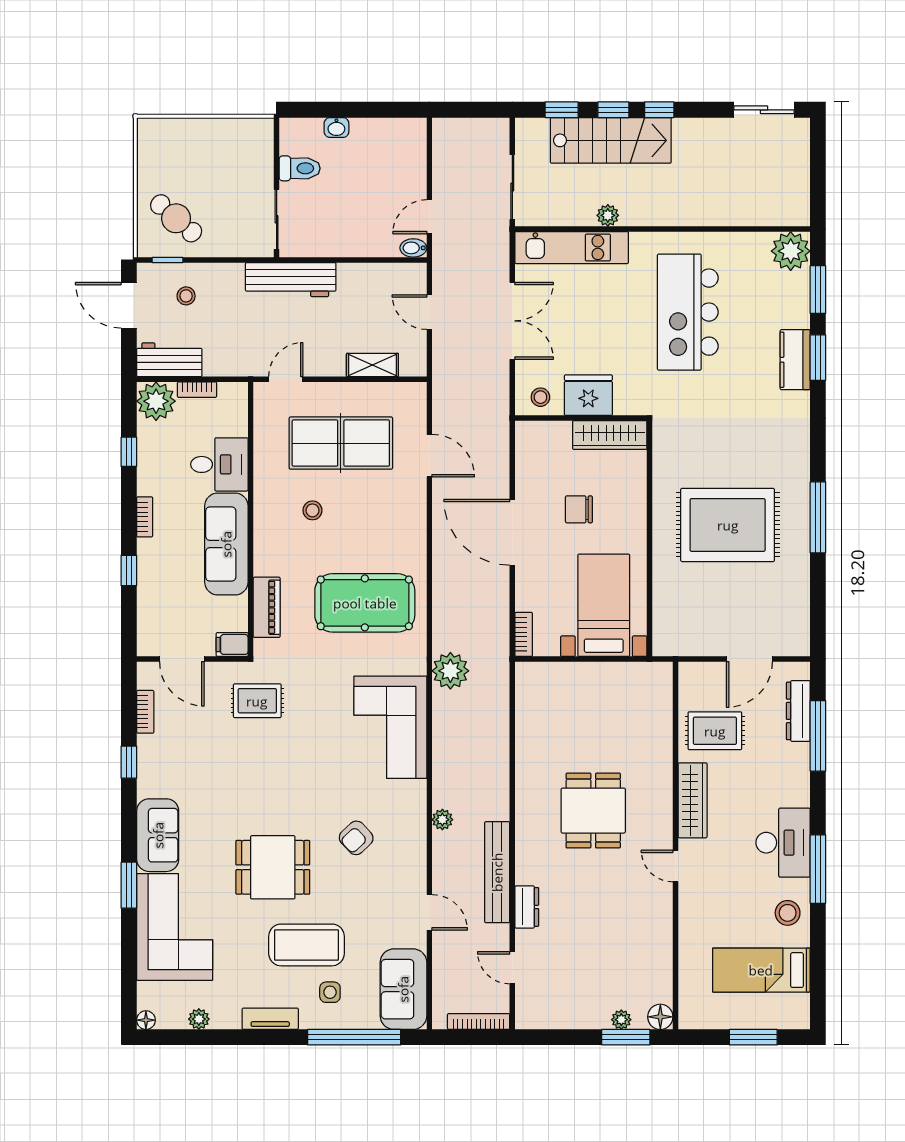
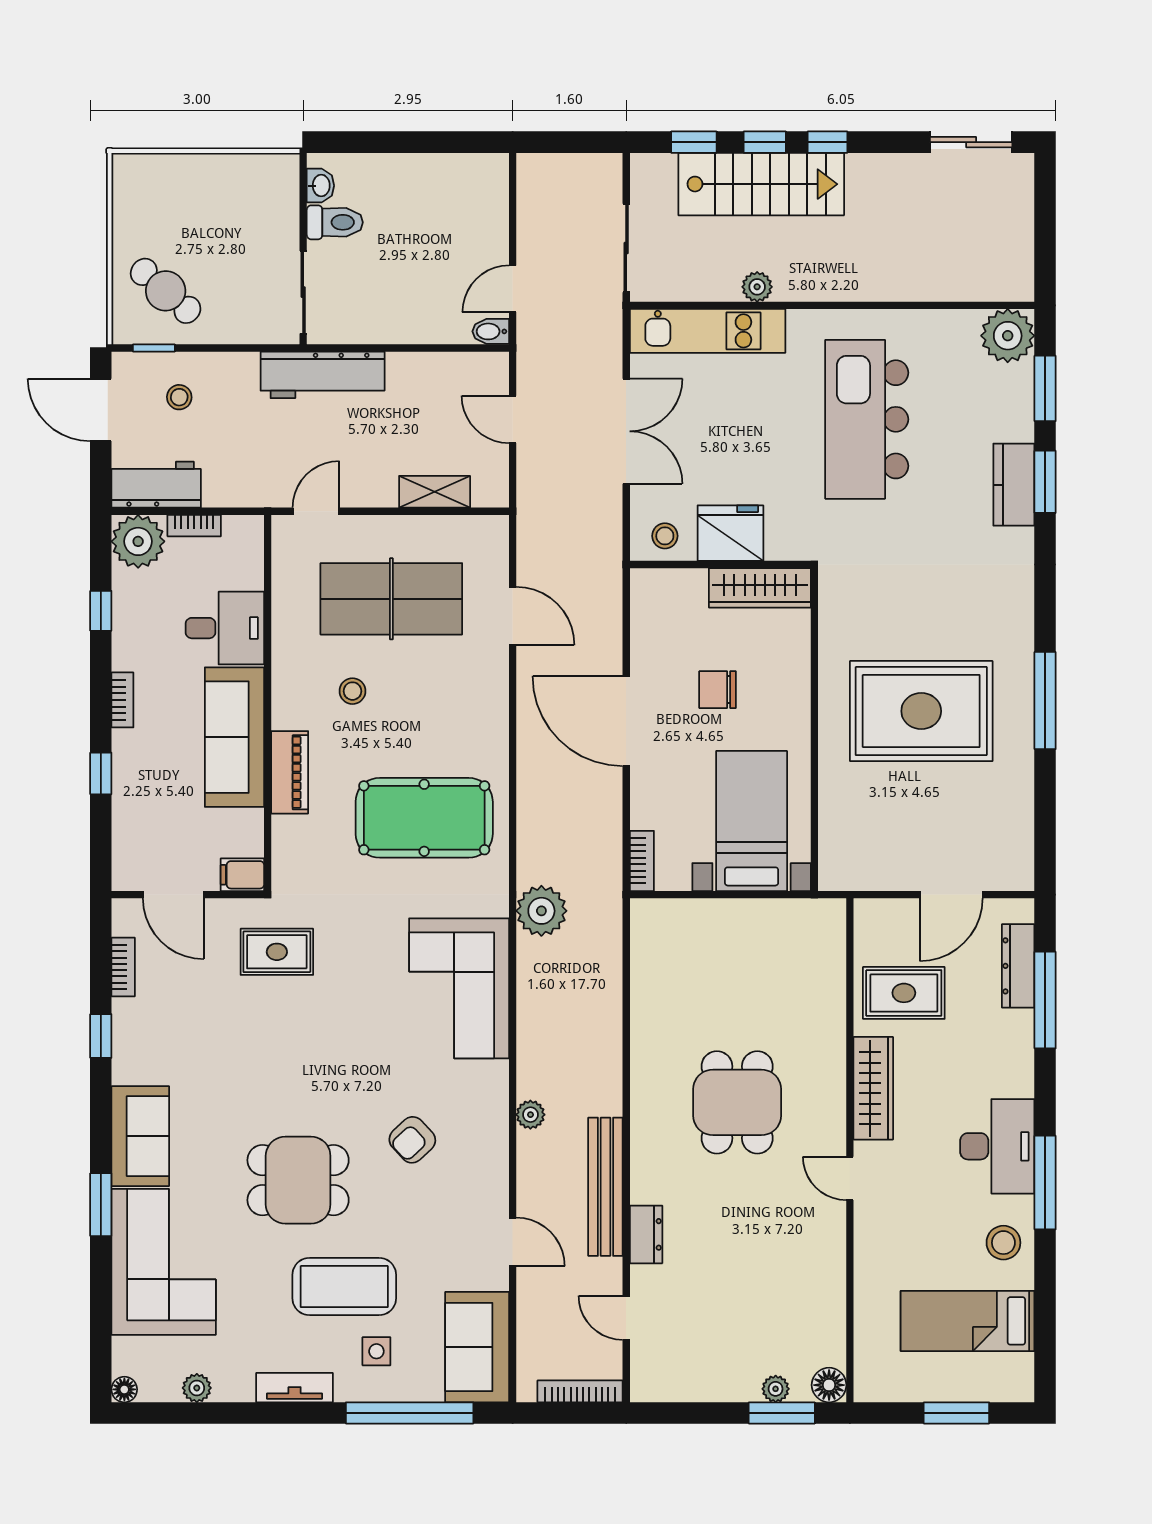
washbasin: (336, 128) -> (320, 186), moved, turned -90
piano: (267, 607) -> (290, 772), moved

